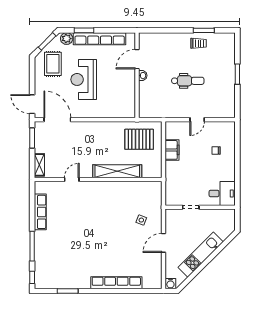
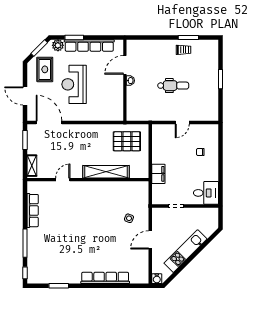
door: (32, 104) -> (25, 96), moved
filing cabinet: (172, 150) -> (158, 174), moved

